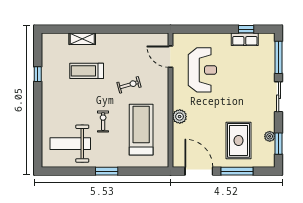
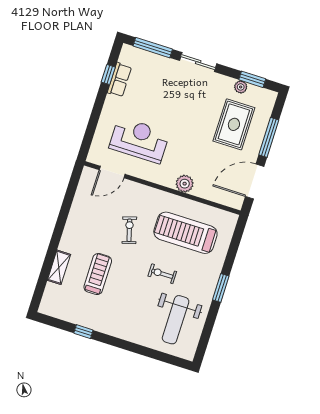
treadmill: (87, 71) -> (98, 274), turned 180
rug: (239, 140) -> (234, 124), turned 90

